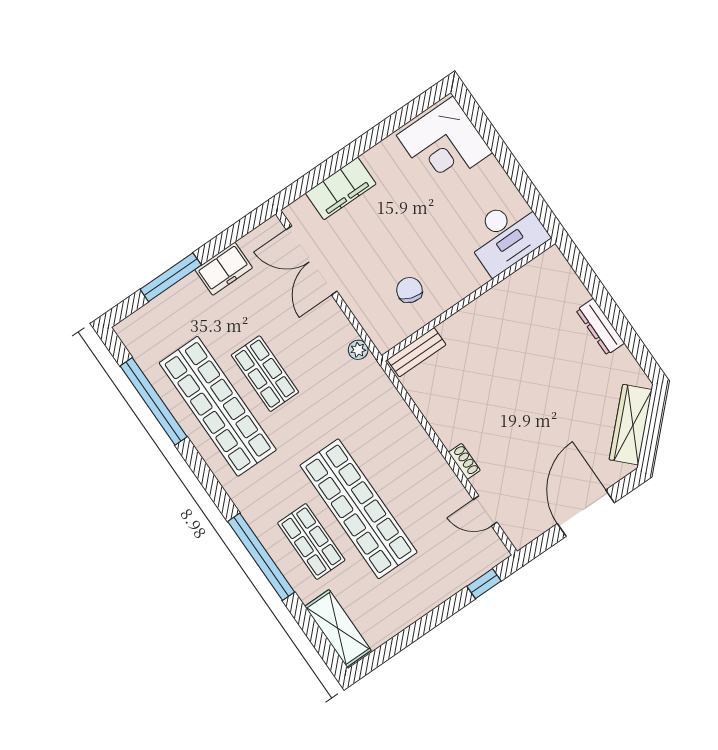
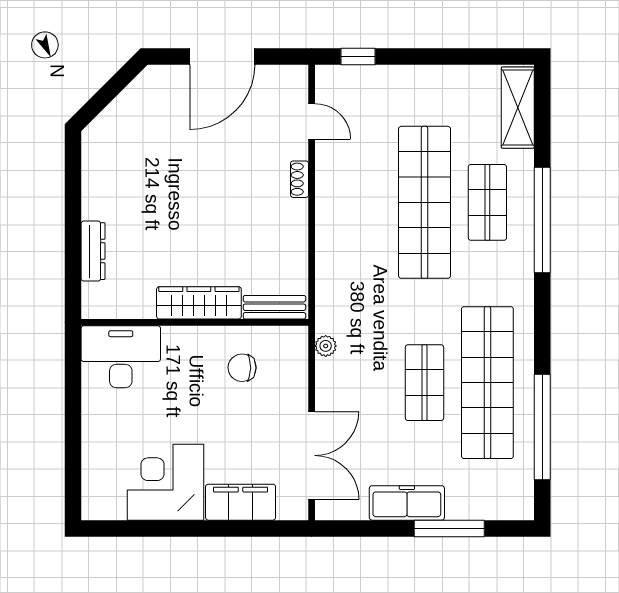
corner desk: (444, 144) -> (165, 482), moved, turned -90
freezer: (224, 269) -> (407, 503), width x1.40
chair: (409, 290) -> (242, 368), turned 72
dresser: (600, 327) -> (93, 251), moved
wardrobe: (631, 425) -> (199, 303), moved, turned -135

